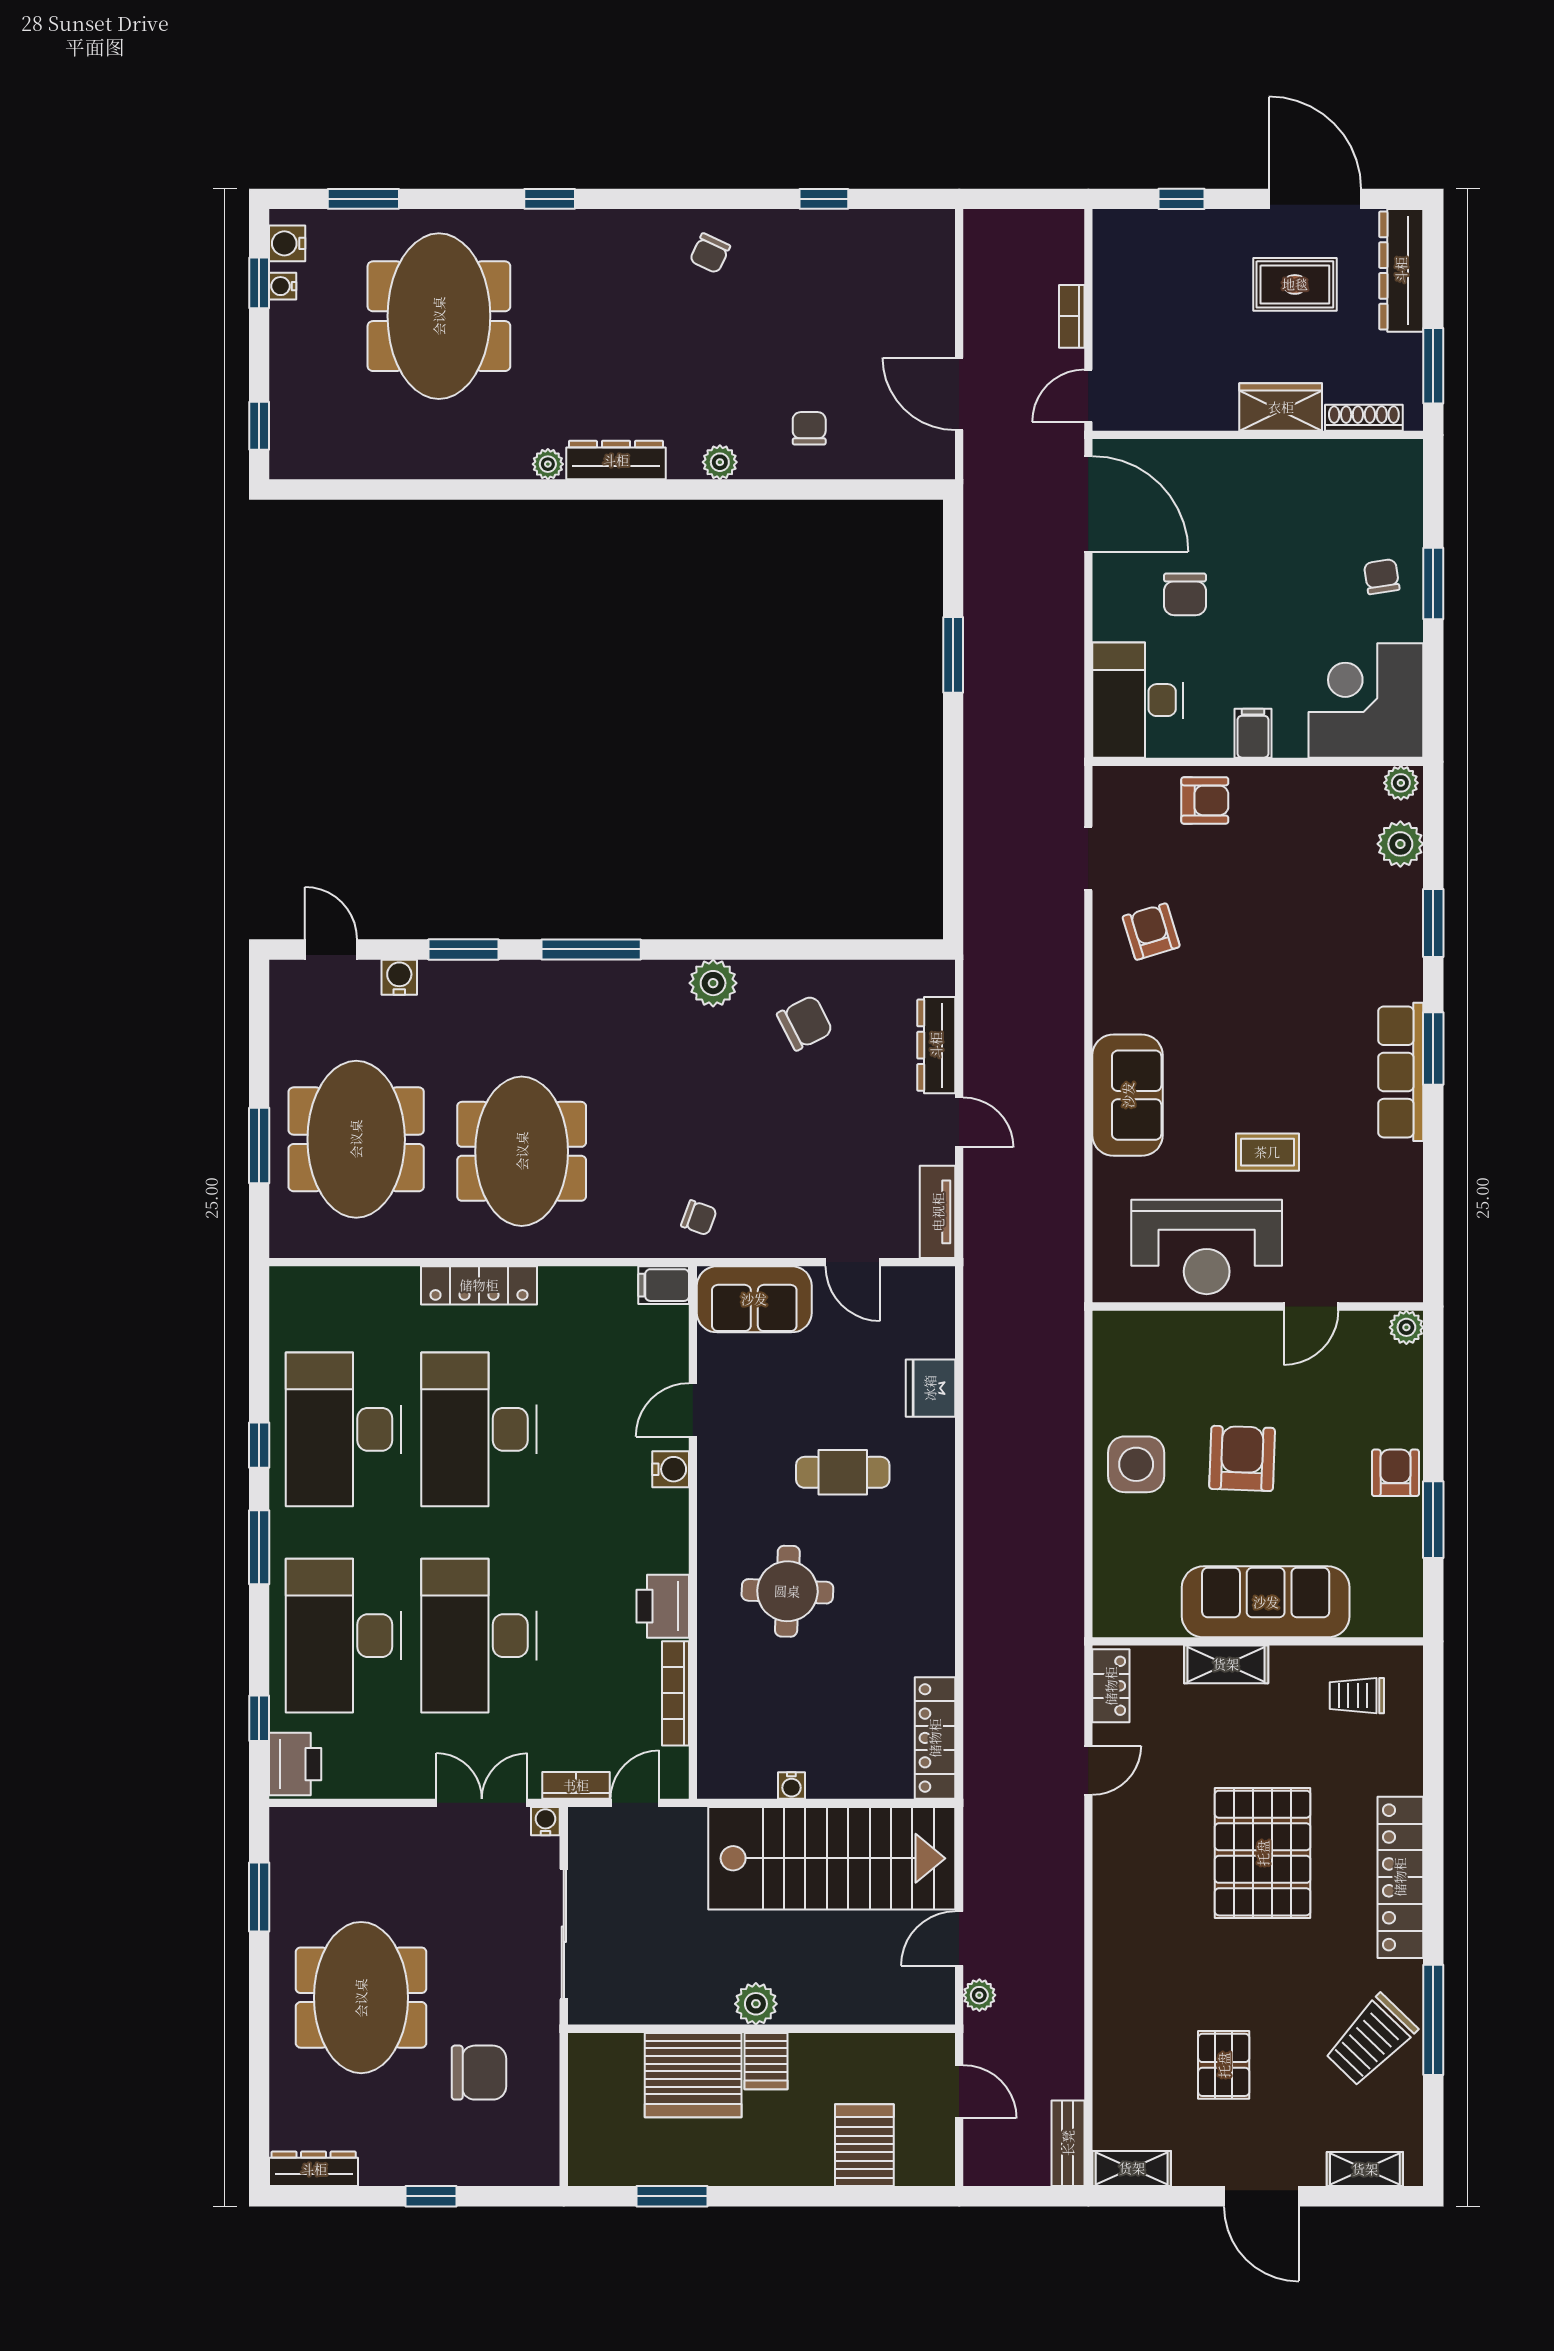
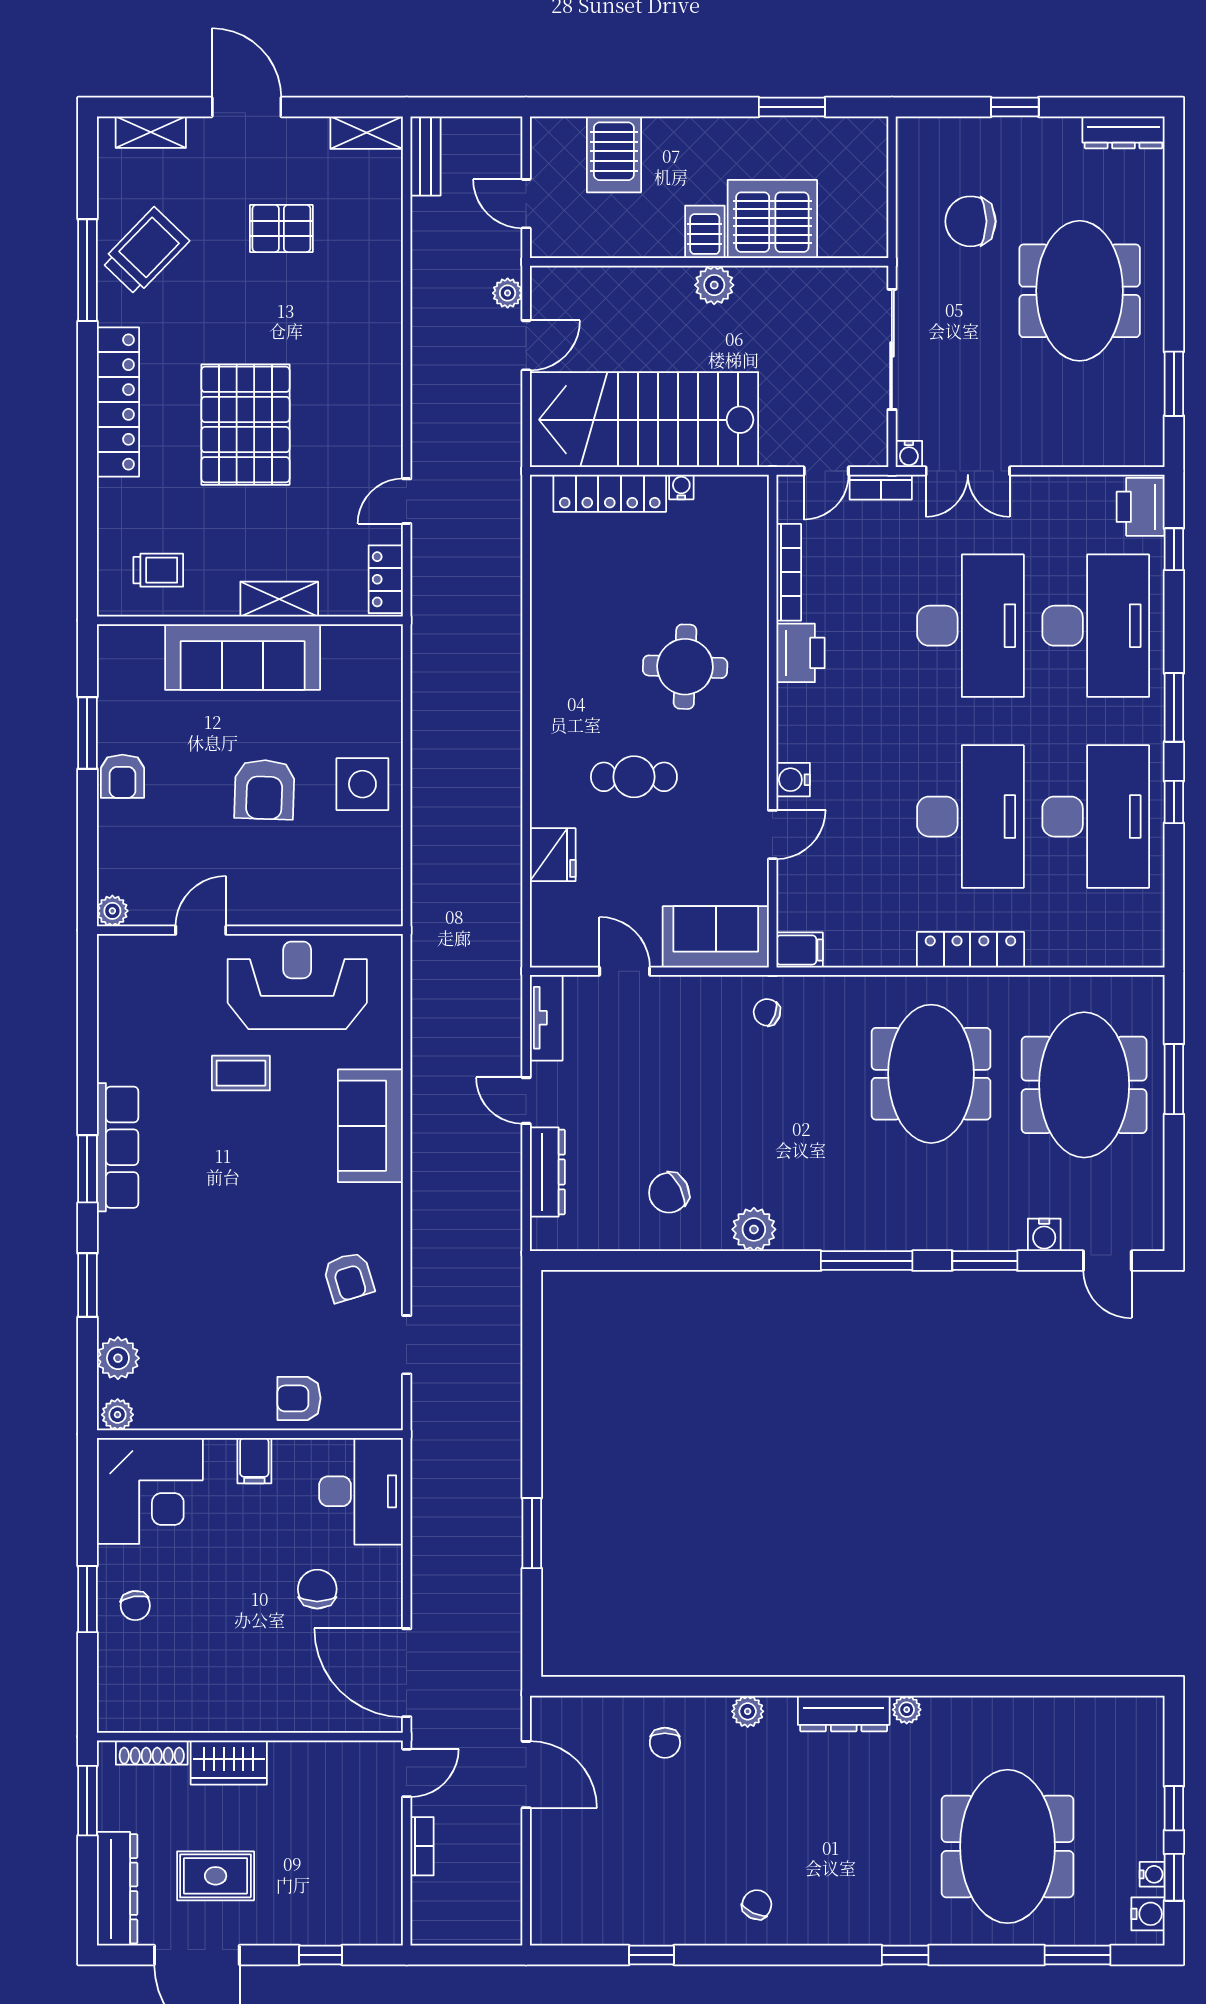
window: (259, 426) -> (1174, 1808), moved
locker: (935, 1738) -> (610, 493), moved, turned 90
pallet: (1224, 2065) -> (281, 228), turned 90

